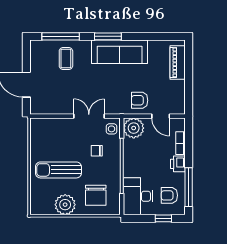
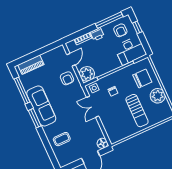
window: (61, 36) -> (22, 90), moved
floor lamp: (37, 107) -> (102, 143), added

